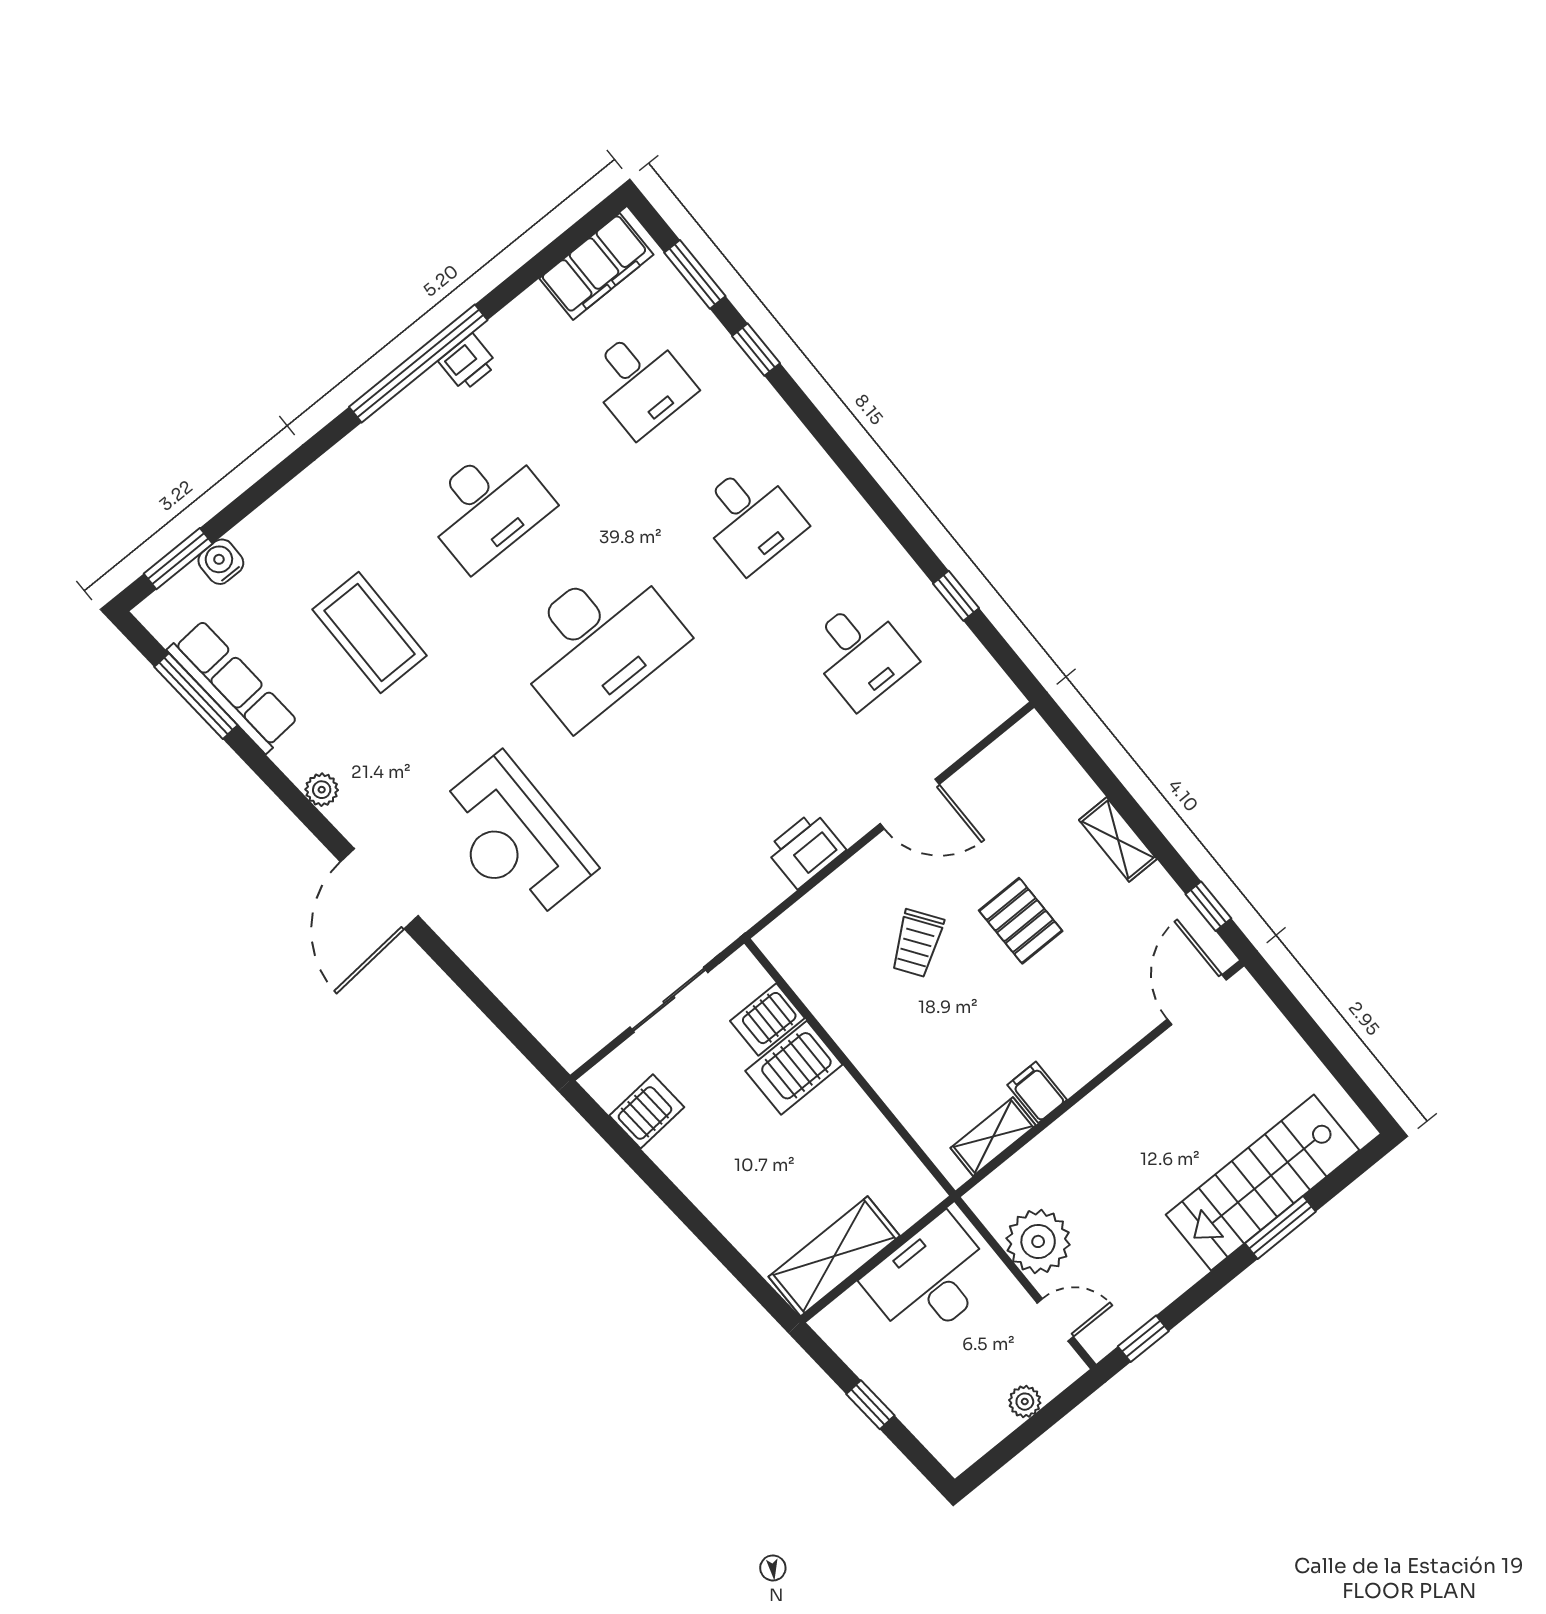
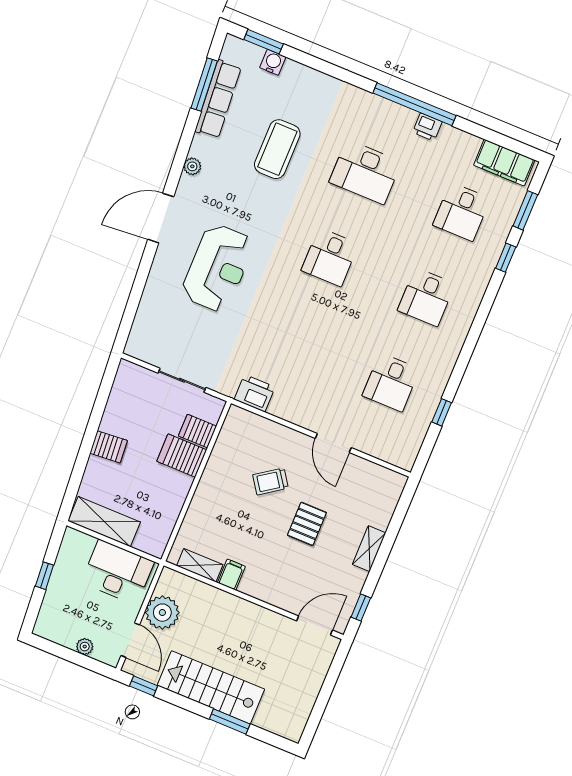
desk: (597, 642) -> (330, 257), width x0.53, depth x0.77
reception desk: (514, 839) -> (218, 268), turned 180
printer: (806, 850) -> (255, 393), moved
server rack: (647, 1111) -> (109, 447), moved
stairs: (1263, 1182) -> (211, 687), moved
door: (1055, 1320) -> (130, 640), width x1.38

